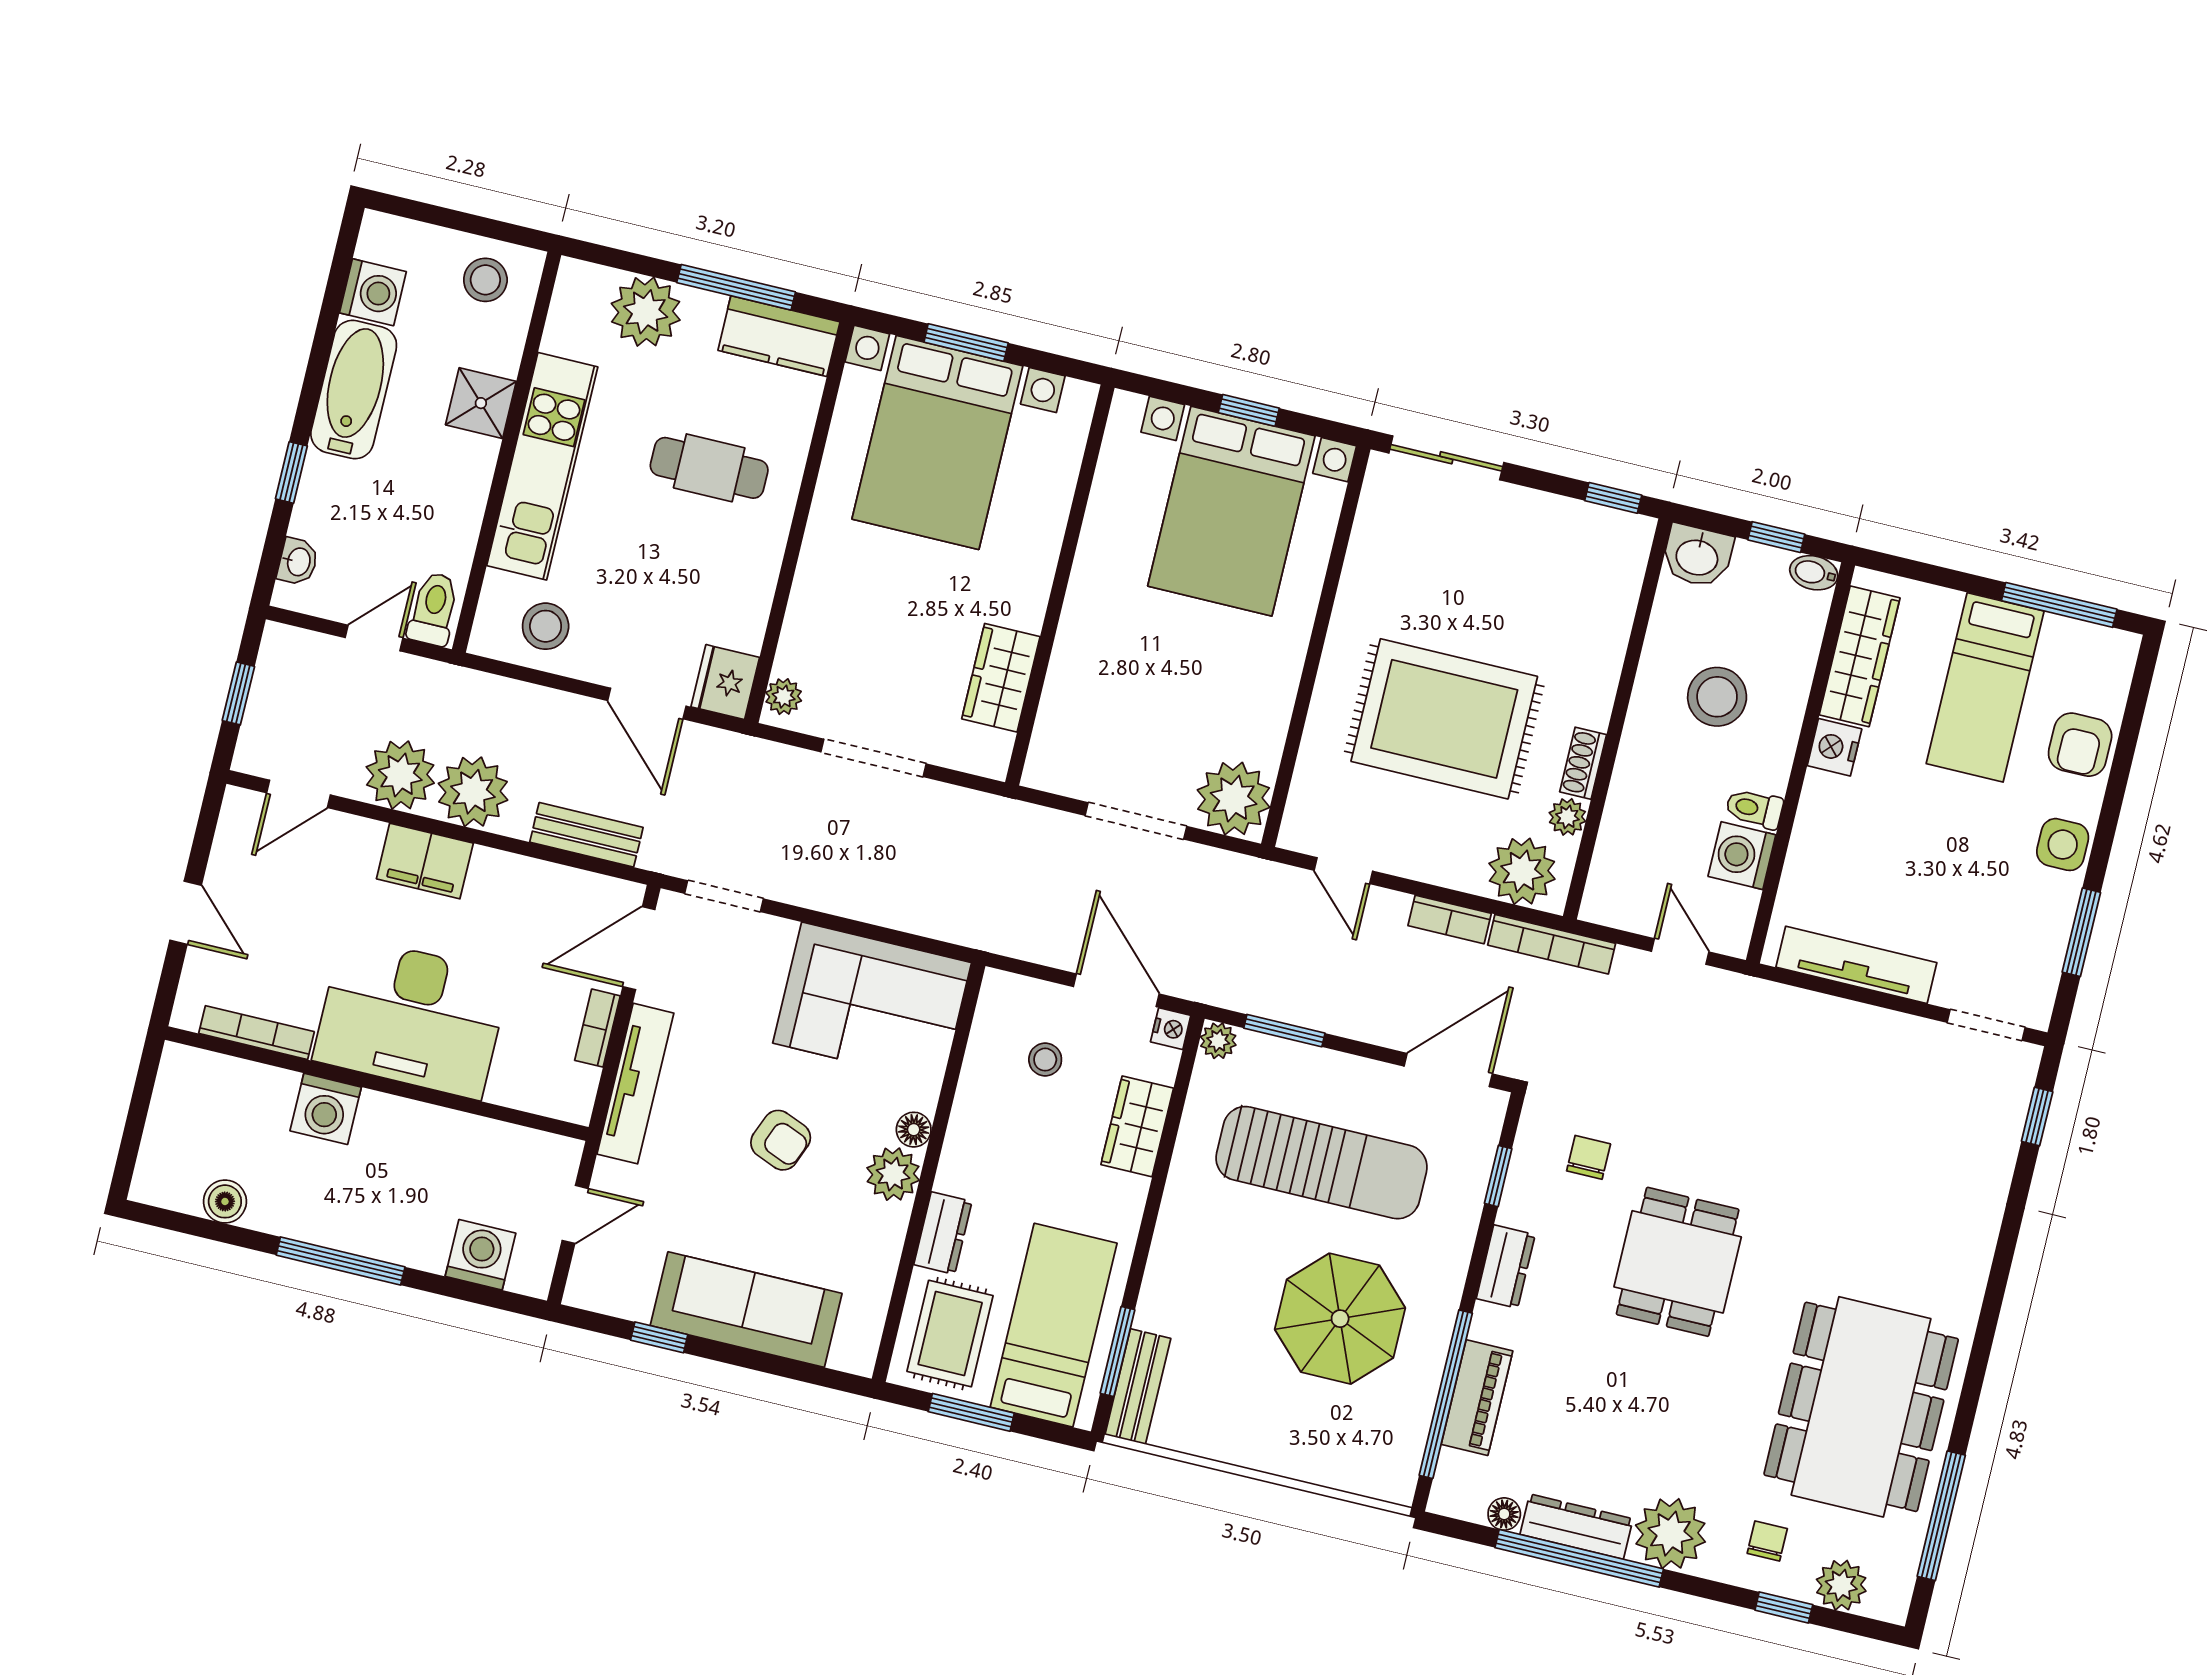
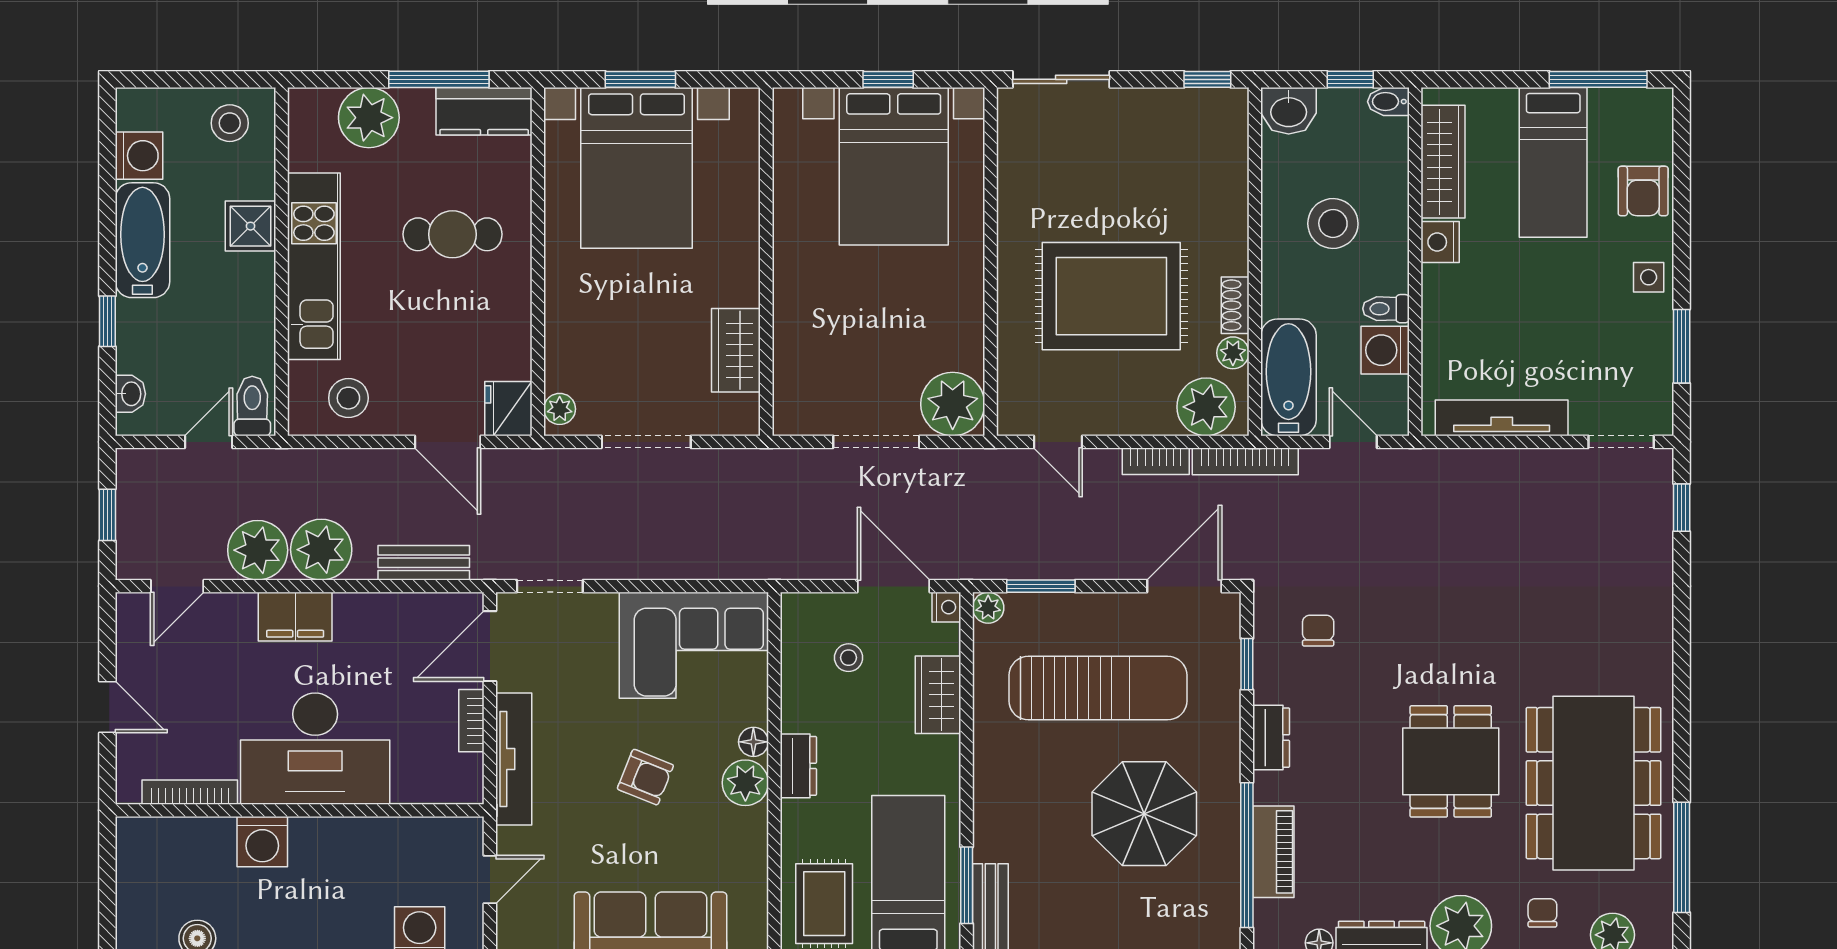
side table: (2063, 845) -> (1649, 277), width x0.73, depth x0.73
bathtub: (1624, 860) -> (1289, 377), added
dresser: (943, 1233) -> (798, 766), moved
dining table: (1678, 1262) -> (1451, 761), moved

